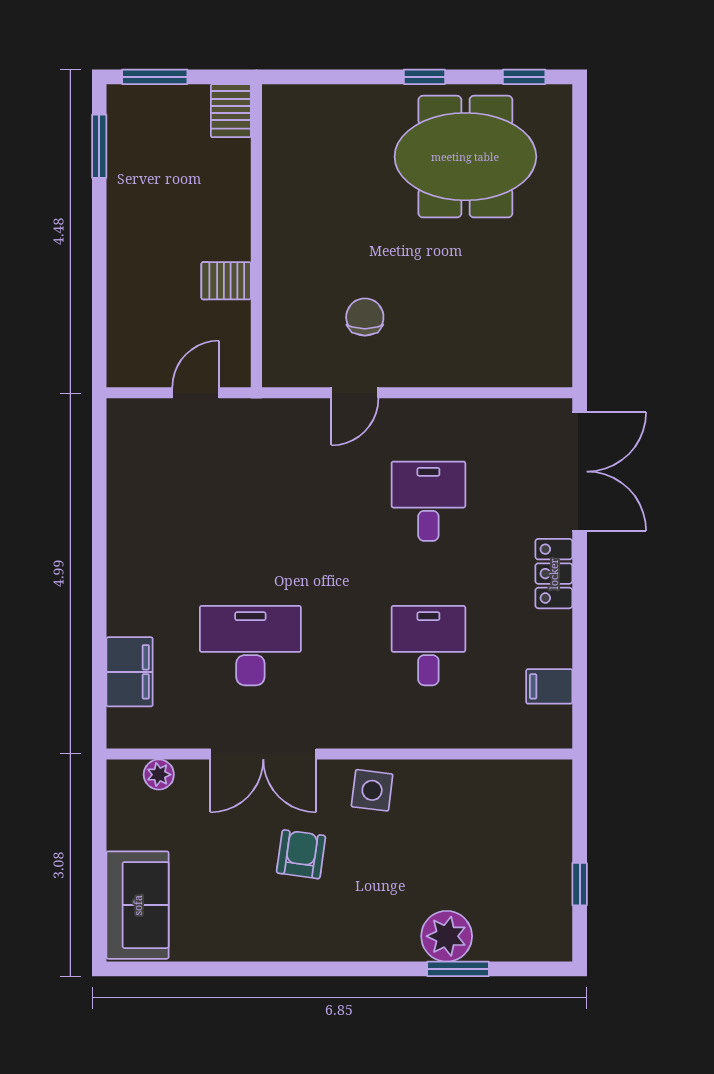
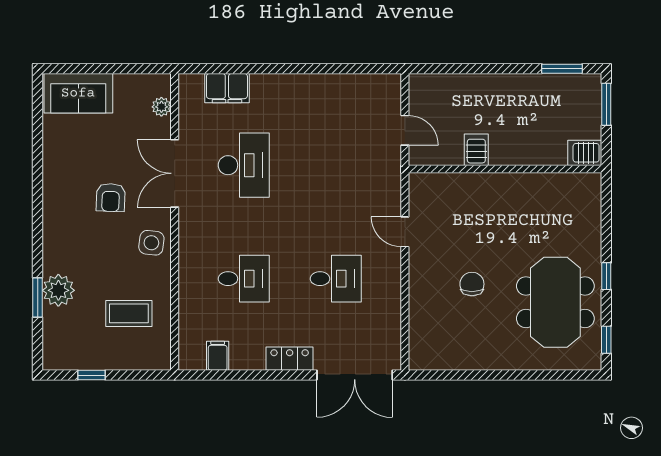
chair: (365, 317) -> (472, 284), moved, turned -90
coffee table: (483, 826) -> (129, 313), added
armchair: (301, 854) -> (111, 198), turned 84

